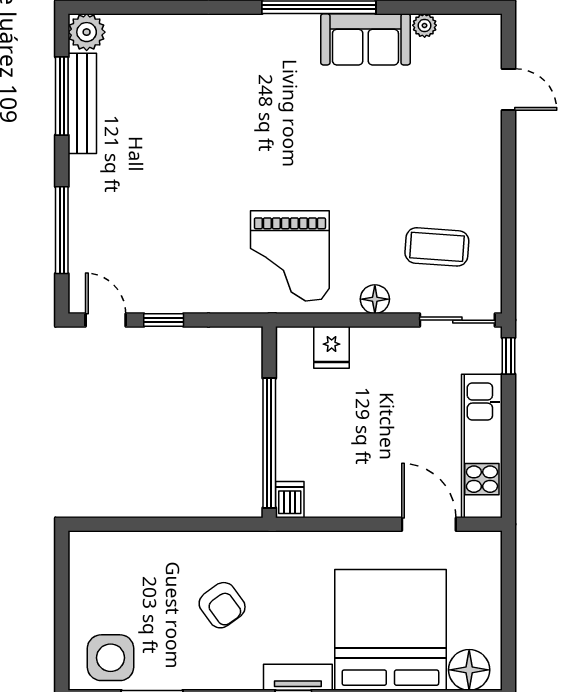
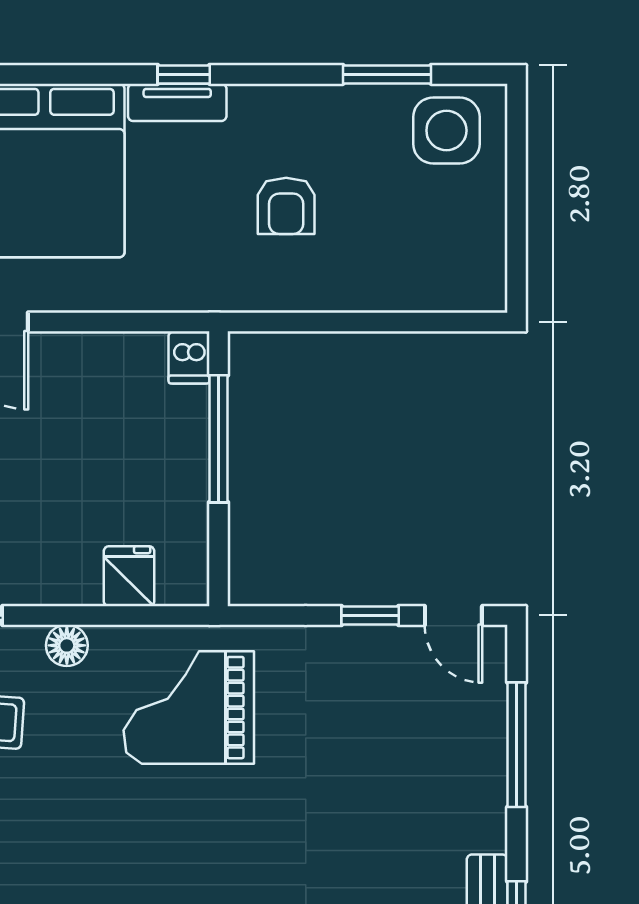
grand piano: (290, 256) -> (189, 708), turned -90
window: (269, 443) -> (219, 439), width x0.68
armchair: (222, 605) -> (286, 206), turned -144

